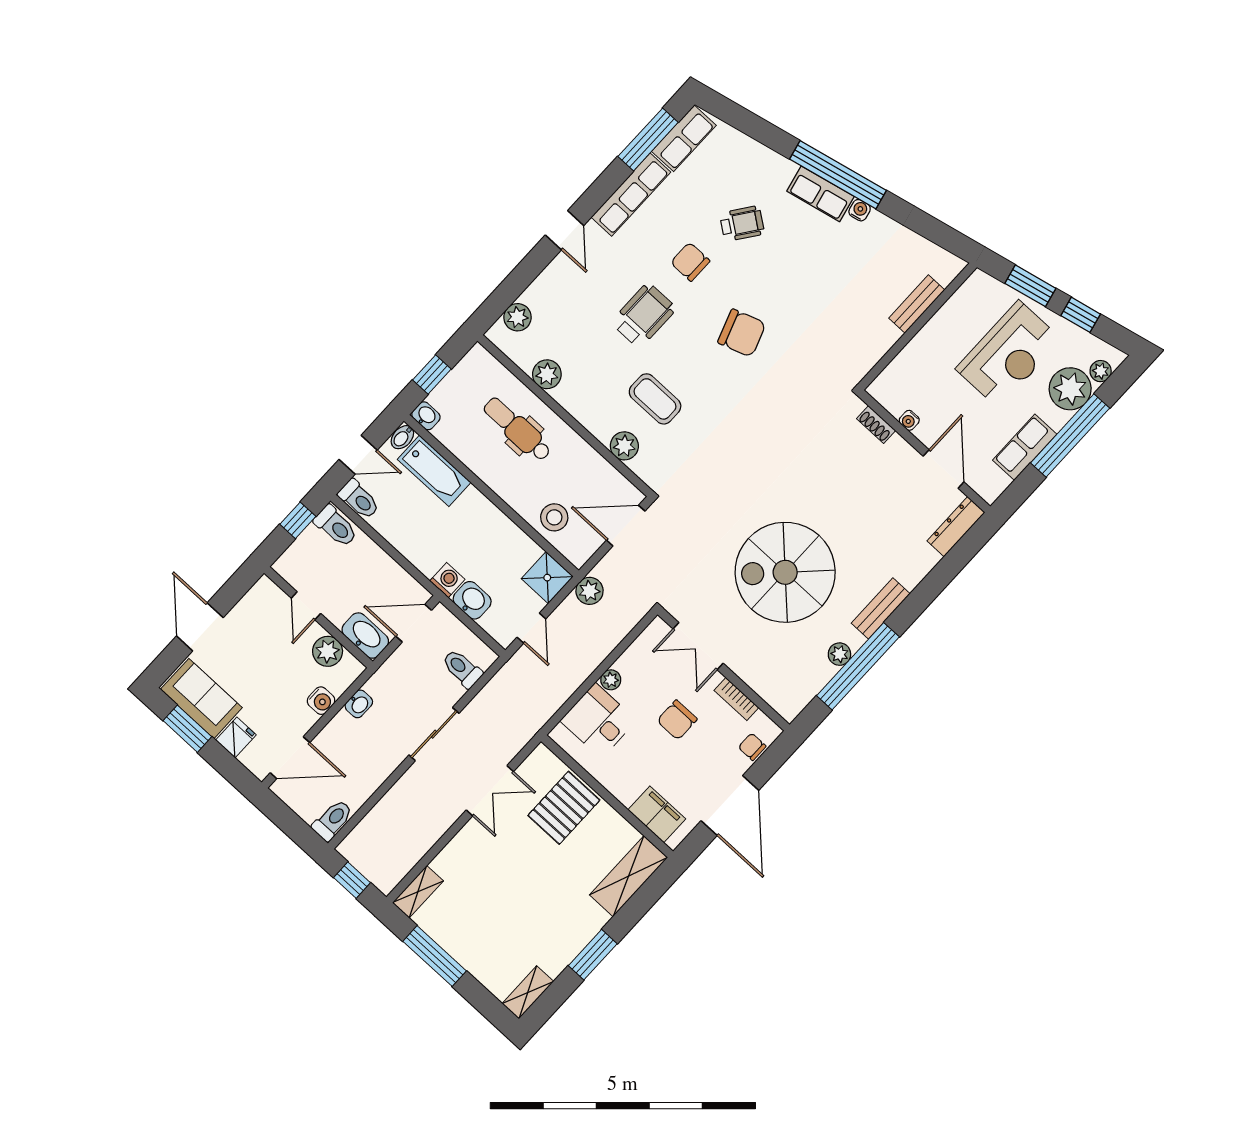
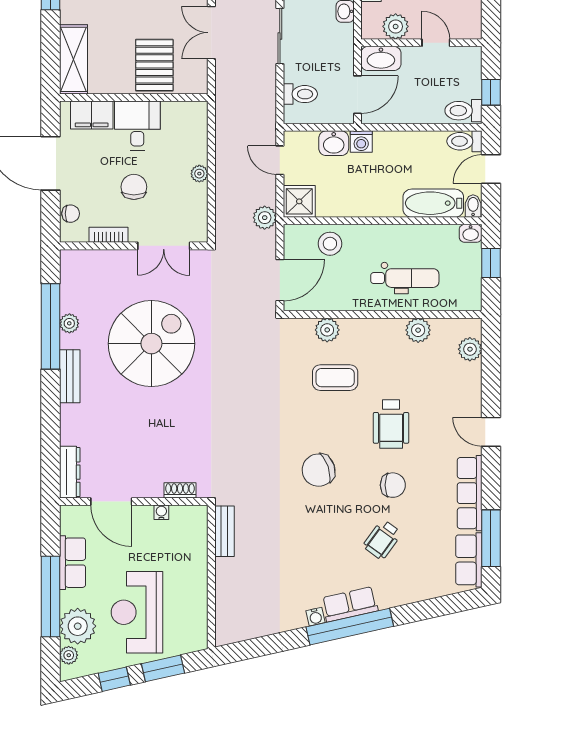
bench: (917, 304) -> (224, 531), moved
double door: (698, 646) -> (164, 246), swing flipped
desk: (598, 721) -> (137, 126), moved, turned -90

